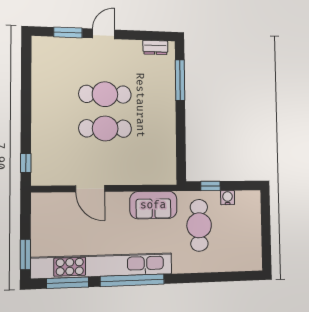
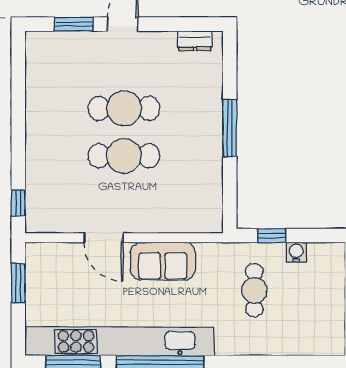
window: (180, 80) -> (230, 128), moved
sofa: (153, 205) -> (163, 261), moved
cafe table: (199, 225) -> (254, 290), width x0.73, depth x0.74
window: (25, 254) -> (18, 283), moved

